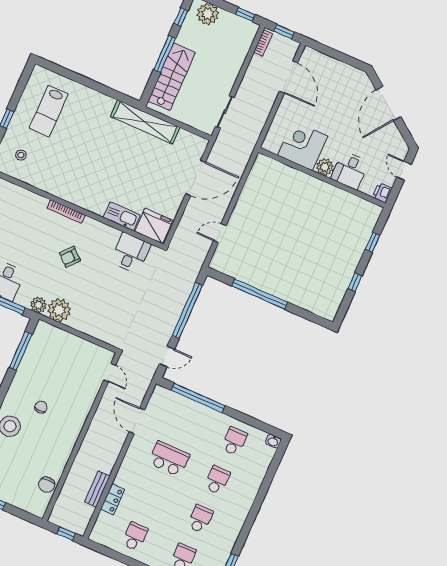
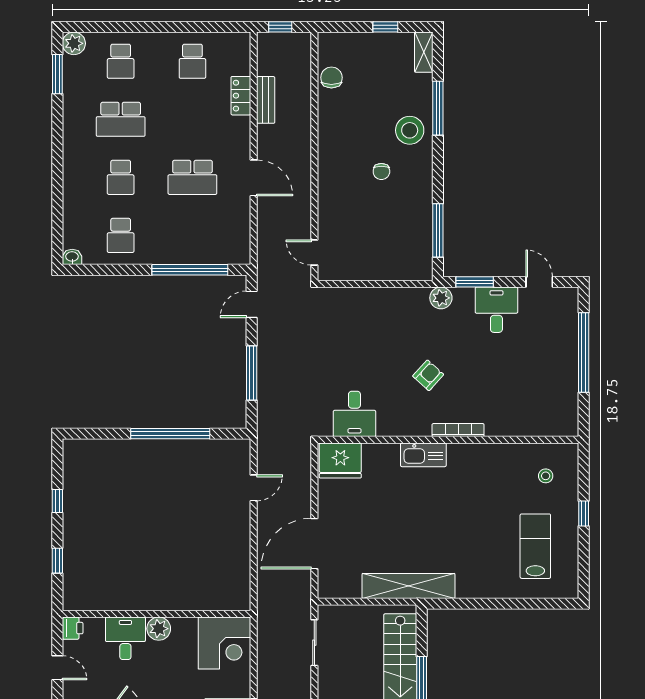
corner desk: (303, 146) -> (225, 643), moved
kitchen sink: (122, 216) -> (423, 455), moved
plant: (59, 310) -> (412, 303), removed
window: (187, 311) -> (252, 373), width x0.68
door: (137, 421) -> (254, 178), moved
school desk: (200, 519) -> (121, 119), width x1.85

